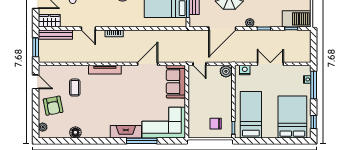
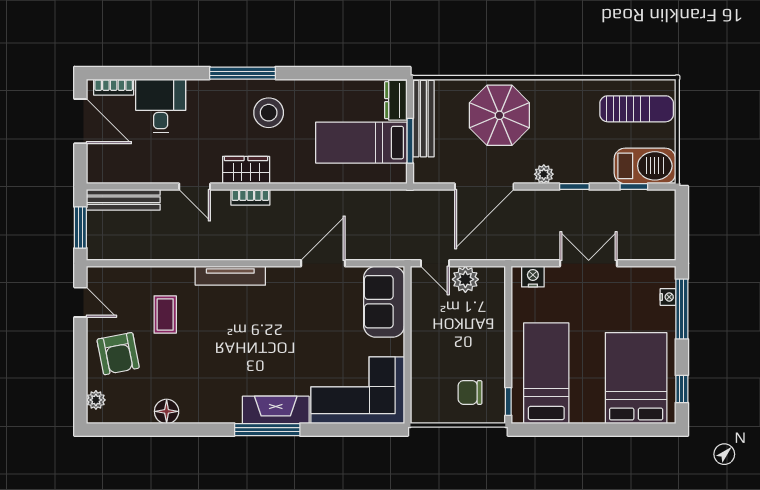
wardrobe: (49, 21) -> (246, 170), moved
plant: (226, 71) -> (465, 279), moved
window: (142, 141) -> (267, 430), moved

